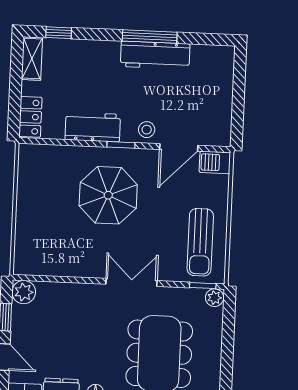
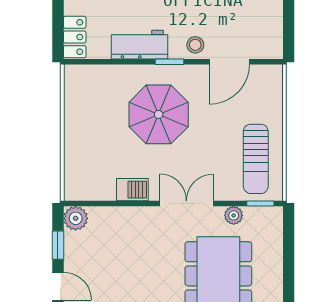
barbecue: (215, 162) -> (132, 190), moved, turned 180
plant: (214, 298) -> (234, 215), moved

